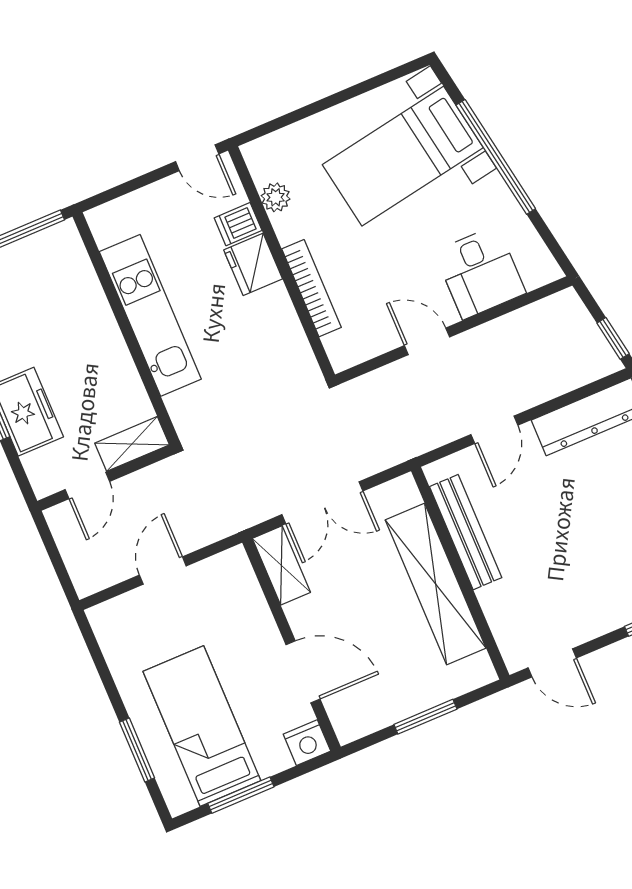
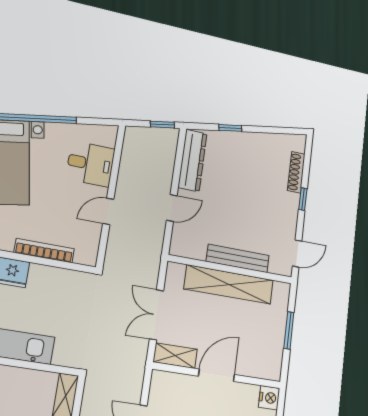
door: (494, 430) -> (172, 208), hinge flipped
double door: (322, 503) -> (156, 315), swing flipped
bench: (466, 532) -> (238, 258), moved
door: (303, 672) -> (217, 375), moved

